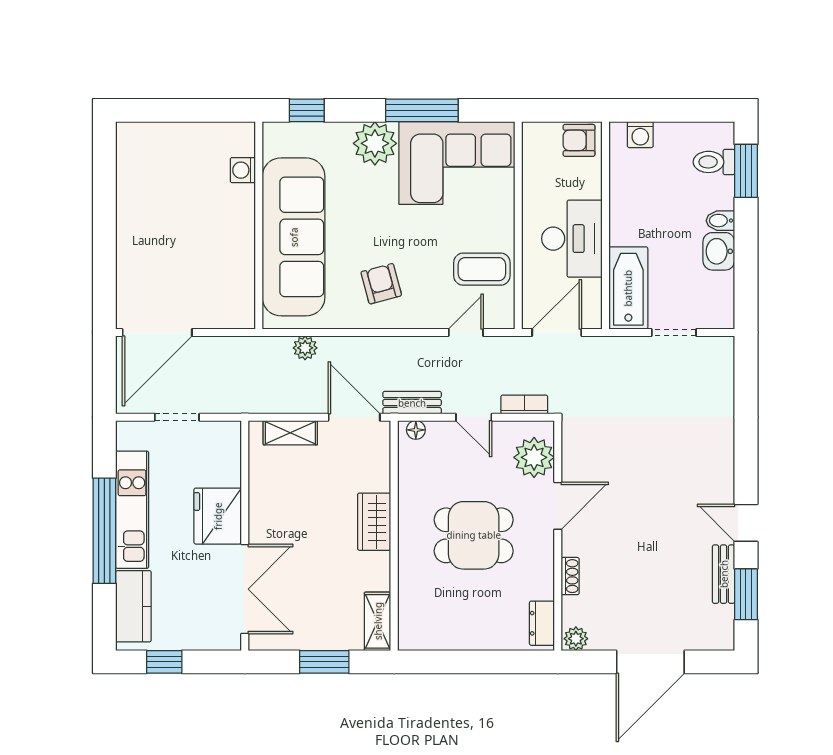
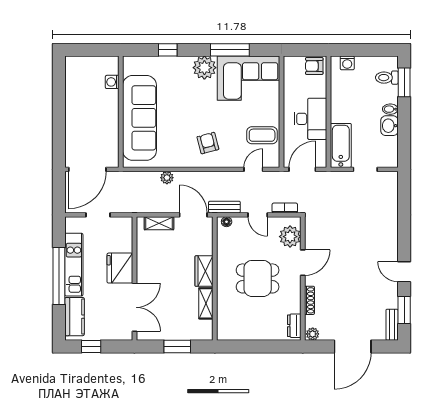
washing machine: (243, 170) -> (112, 82), moved
wall: (259, 225) -> (121, 112), moved
sofa: (294, 237) -> (139, 118), moved
bench: (724, 574) -> (392, 325), moved
shoe rack: (570, 576) -> (309, 300), width x1.43
shelving: (378, 621) -> (206, 303), moved

